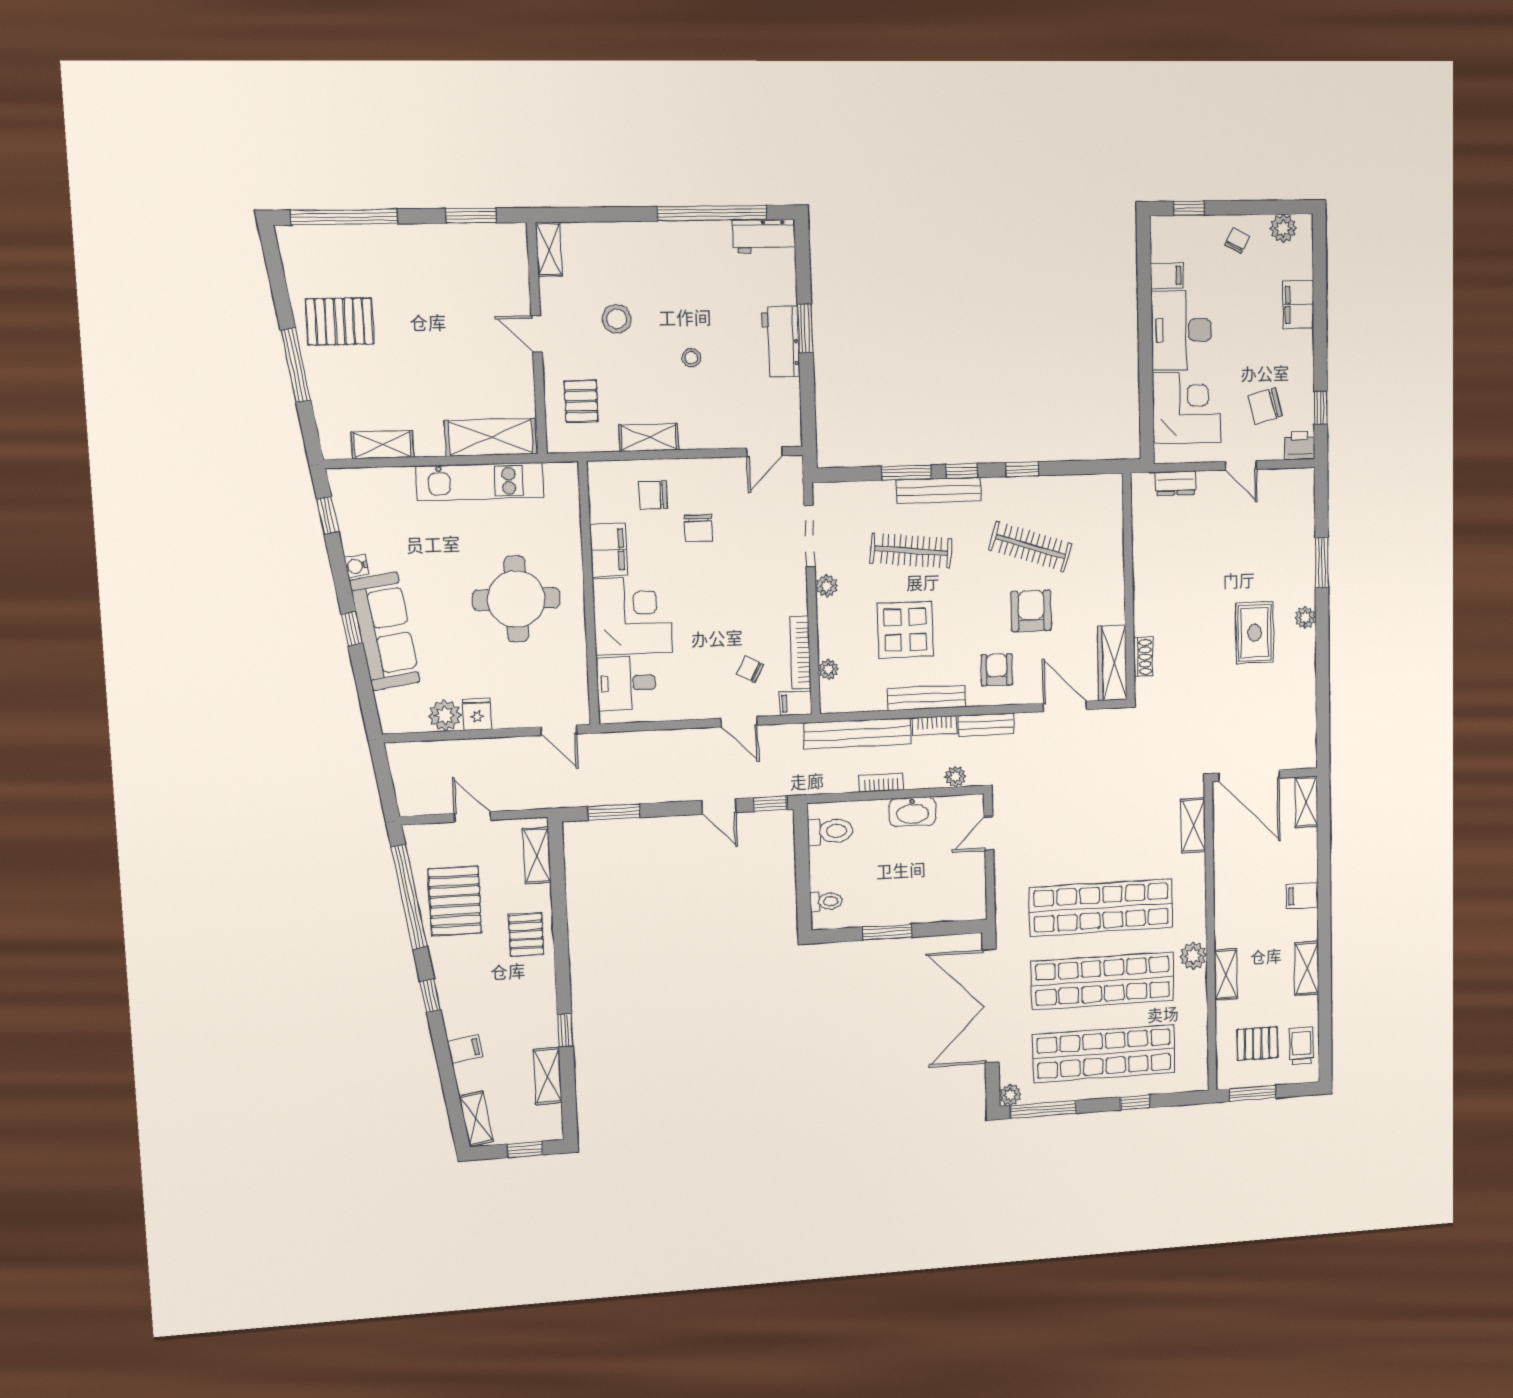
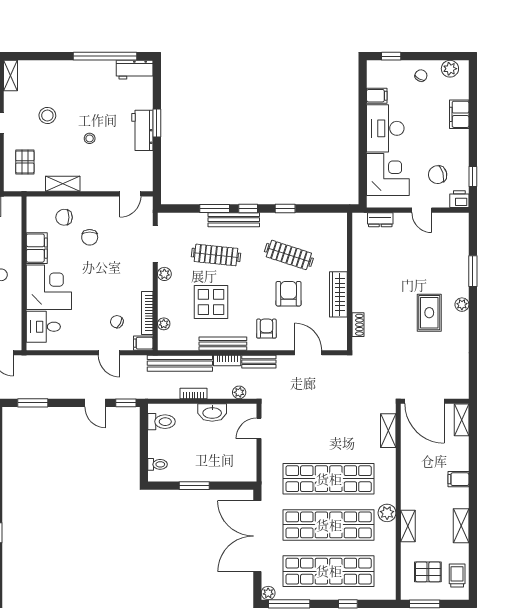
wardrobe: (1112, 663) -> (338, 294), moved

